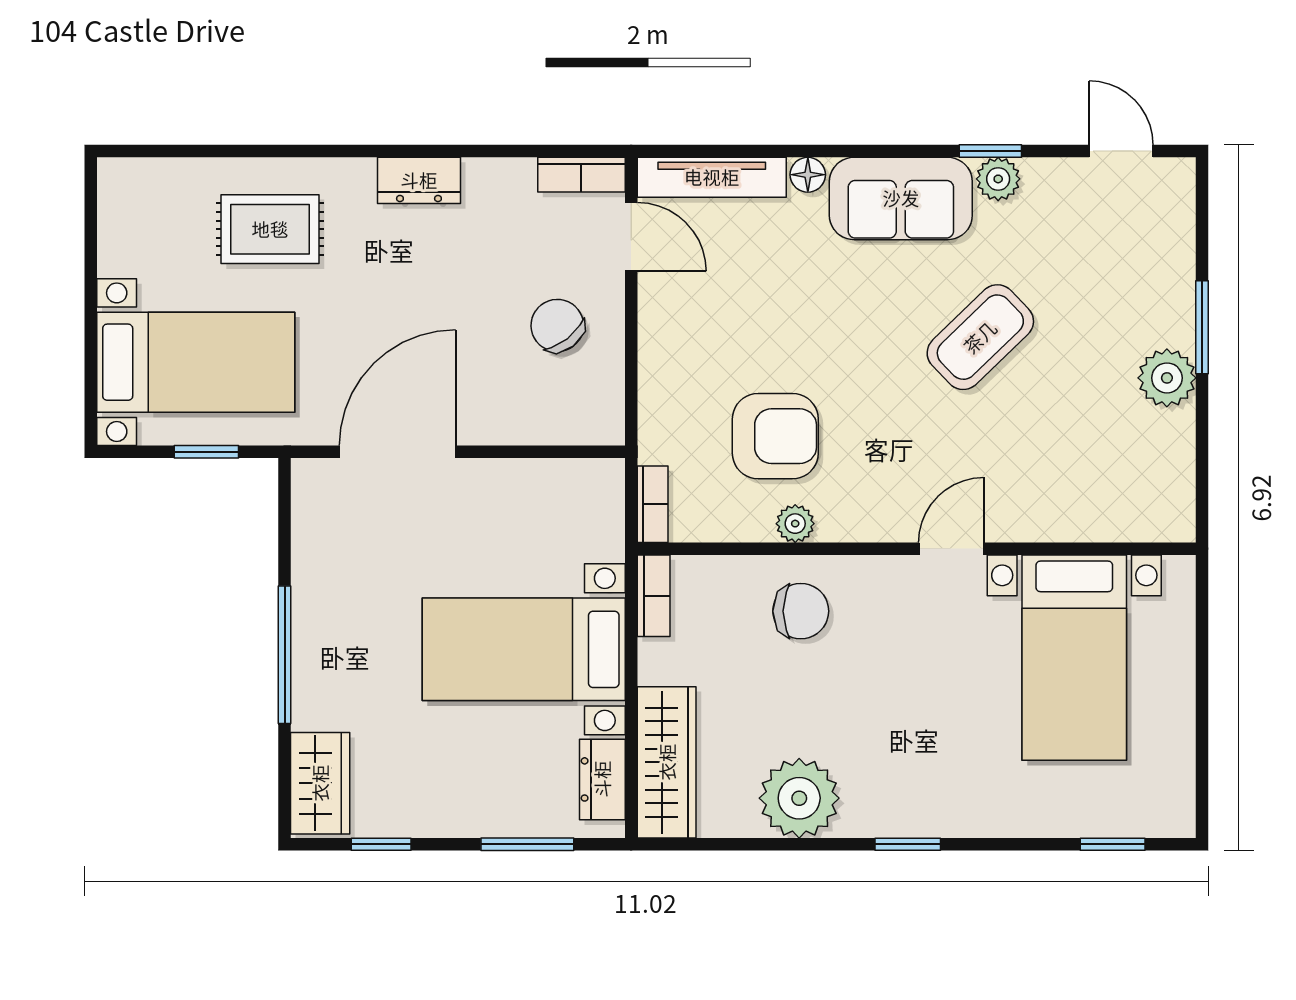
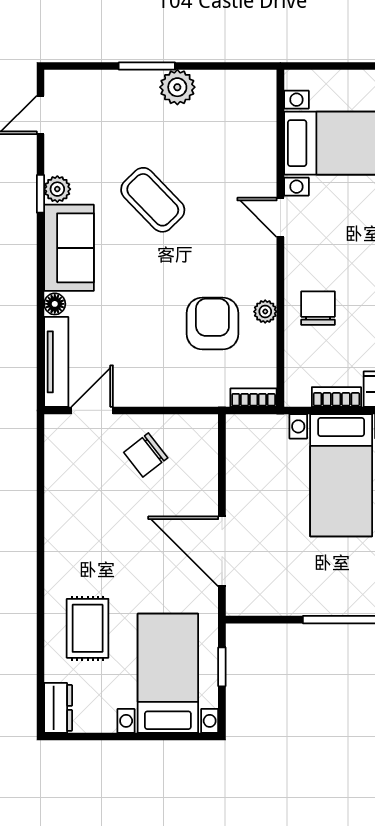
bookcase: (581, 175) -> (55, 440), removed
dresser: (419, 180) -> (58, 708), moved
bookcase: (654, 596) -> (336, 397), moved

